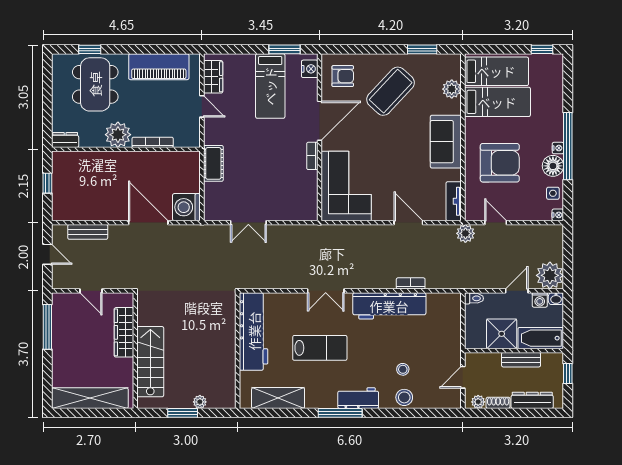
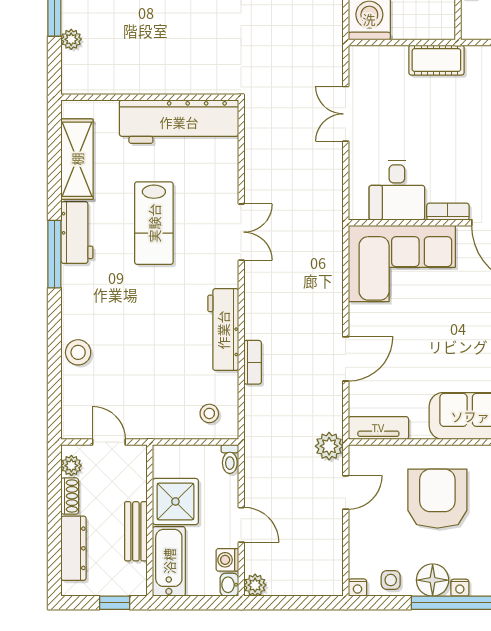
armchair: (500, 163) -> (437, 499), turned 180
desk: (298, 189) -> (397, 190), added
plant: (550, 275) -> (255, 585), width x0.53, depth x0.53
double door: (326, 291) -> (241, 232), swing flipped
workbench: (389, 306) -> (223, 330), width x0.73, depth x0.76
stool: (403, 369) -> (209, 413), moved
workbench: (358, 398) -> (77, 233), moved

